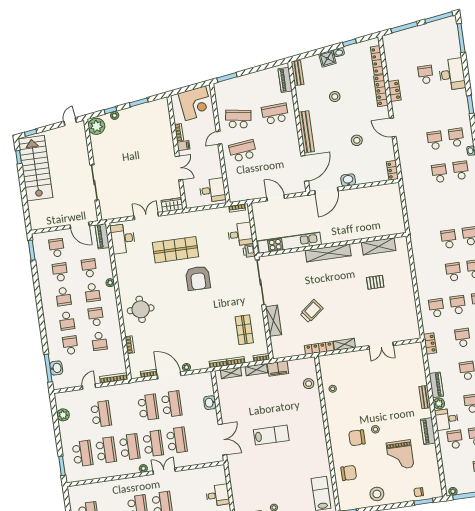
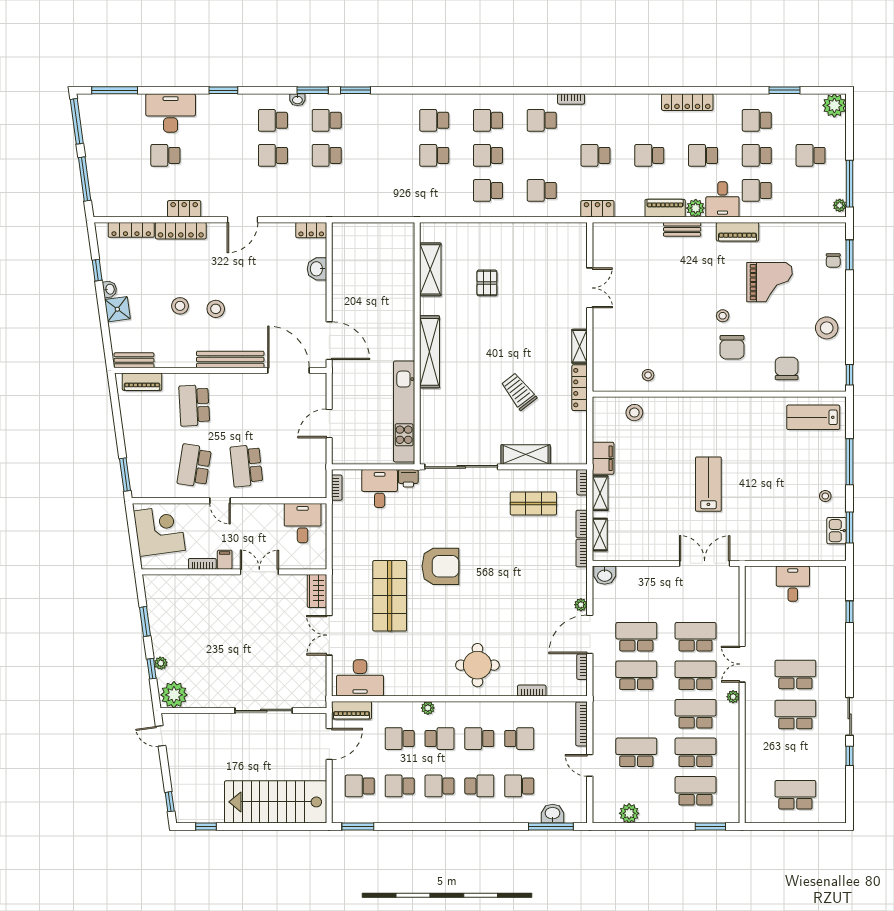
stool: (357, 140) -> (216, 309), moved
stairs: (35, 168) -> (276, 802), moved
washbasin: (348, 180) -> (317, 269), moved
school desk: (63, 297) -> (439, 786), turned 180
school desk: (458, 305) -> (488, 190), moved
washbasin: (210, 403) -> (605, 575), moved

